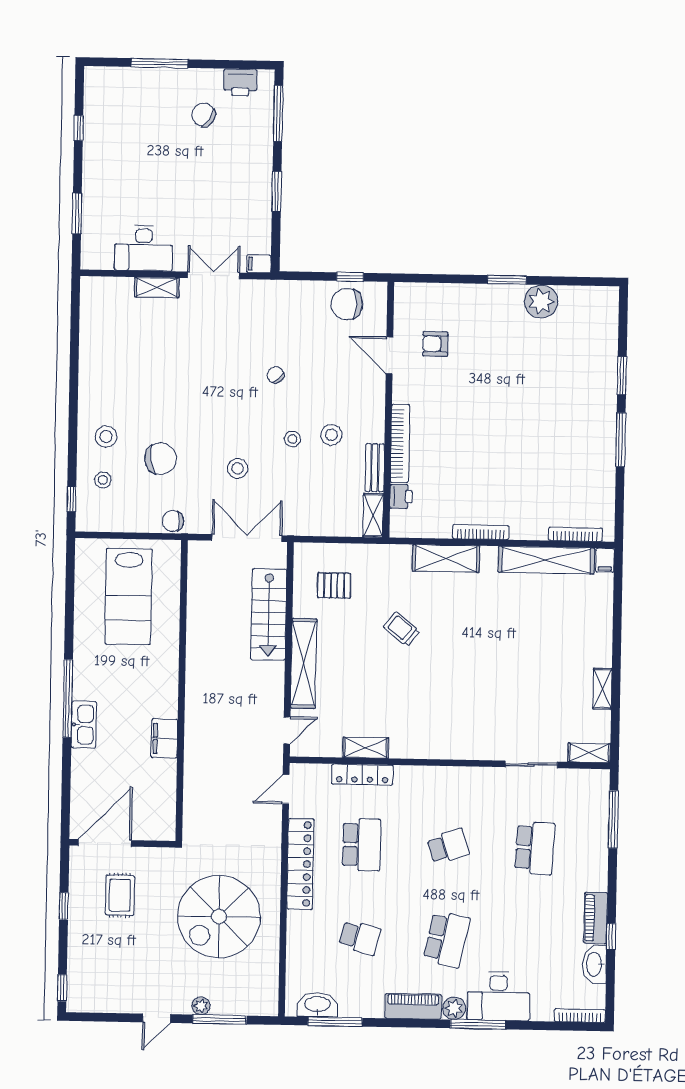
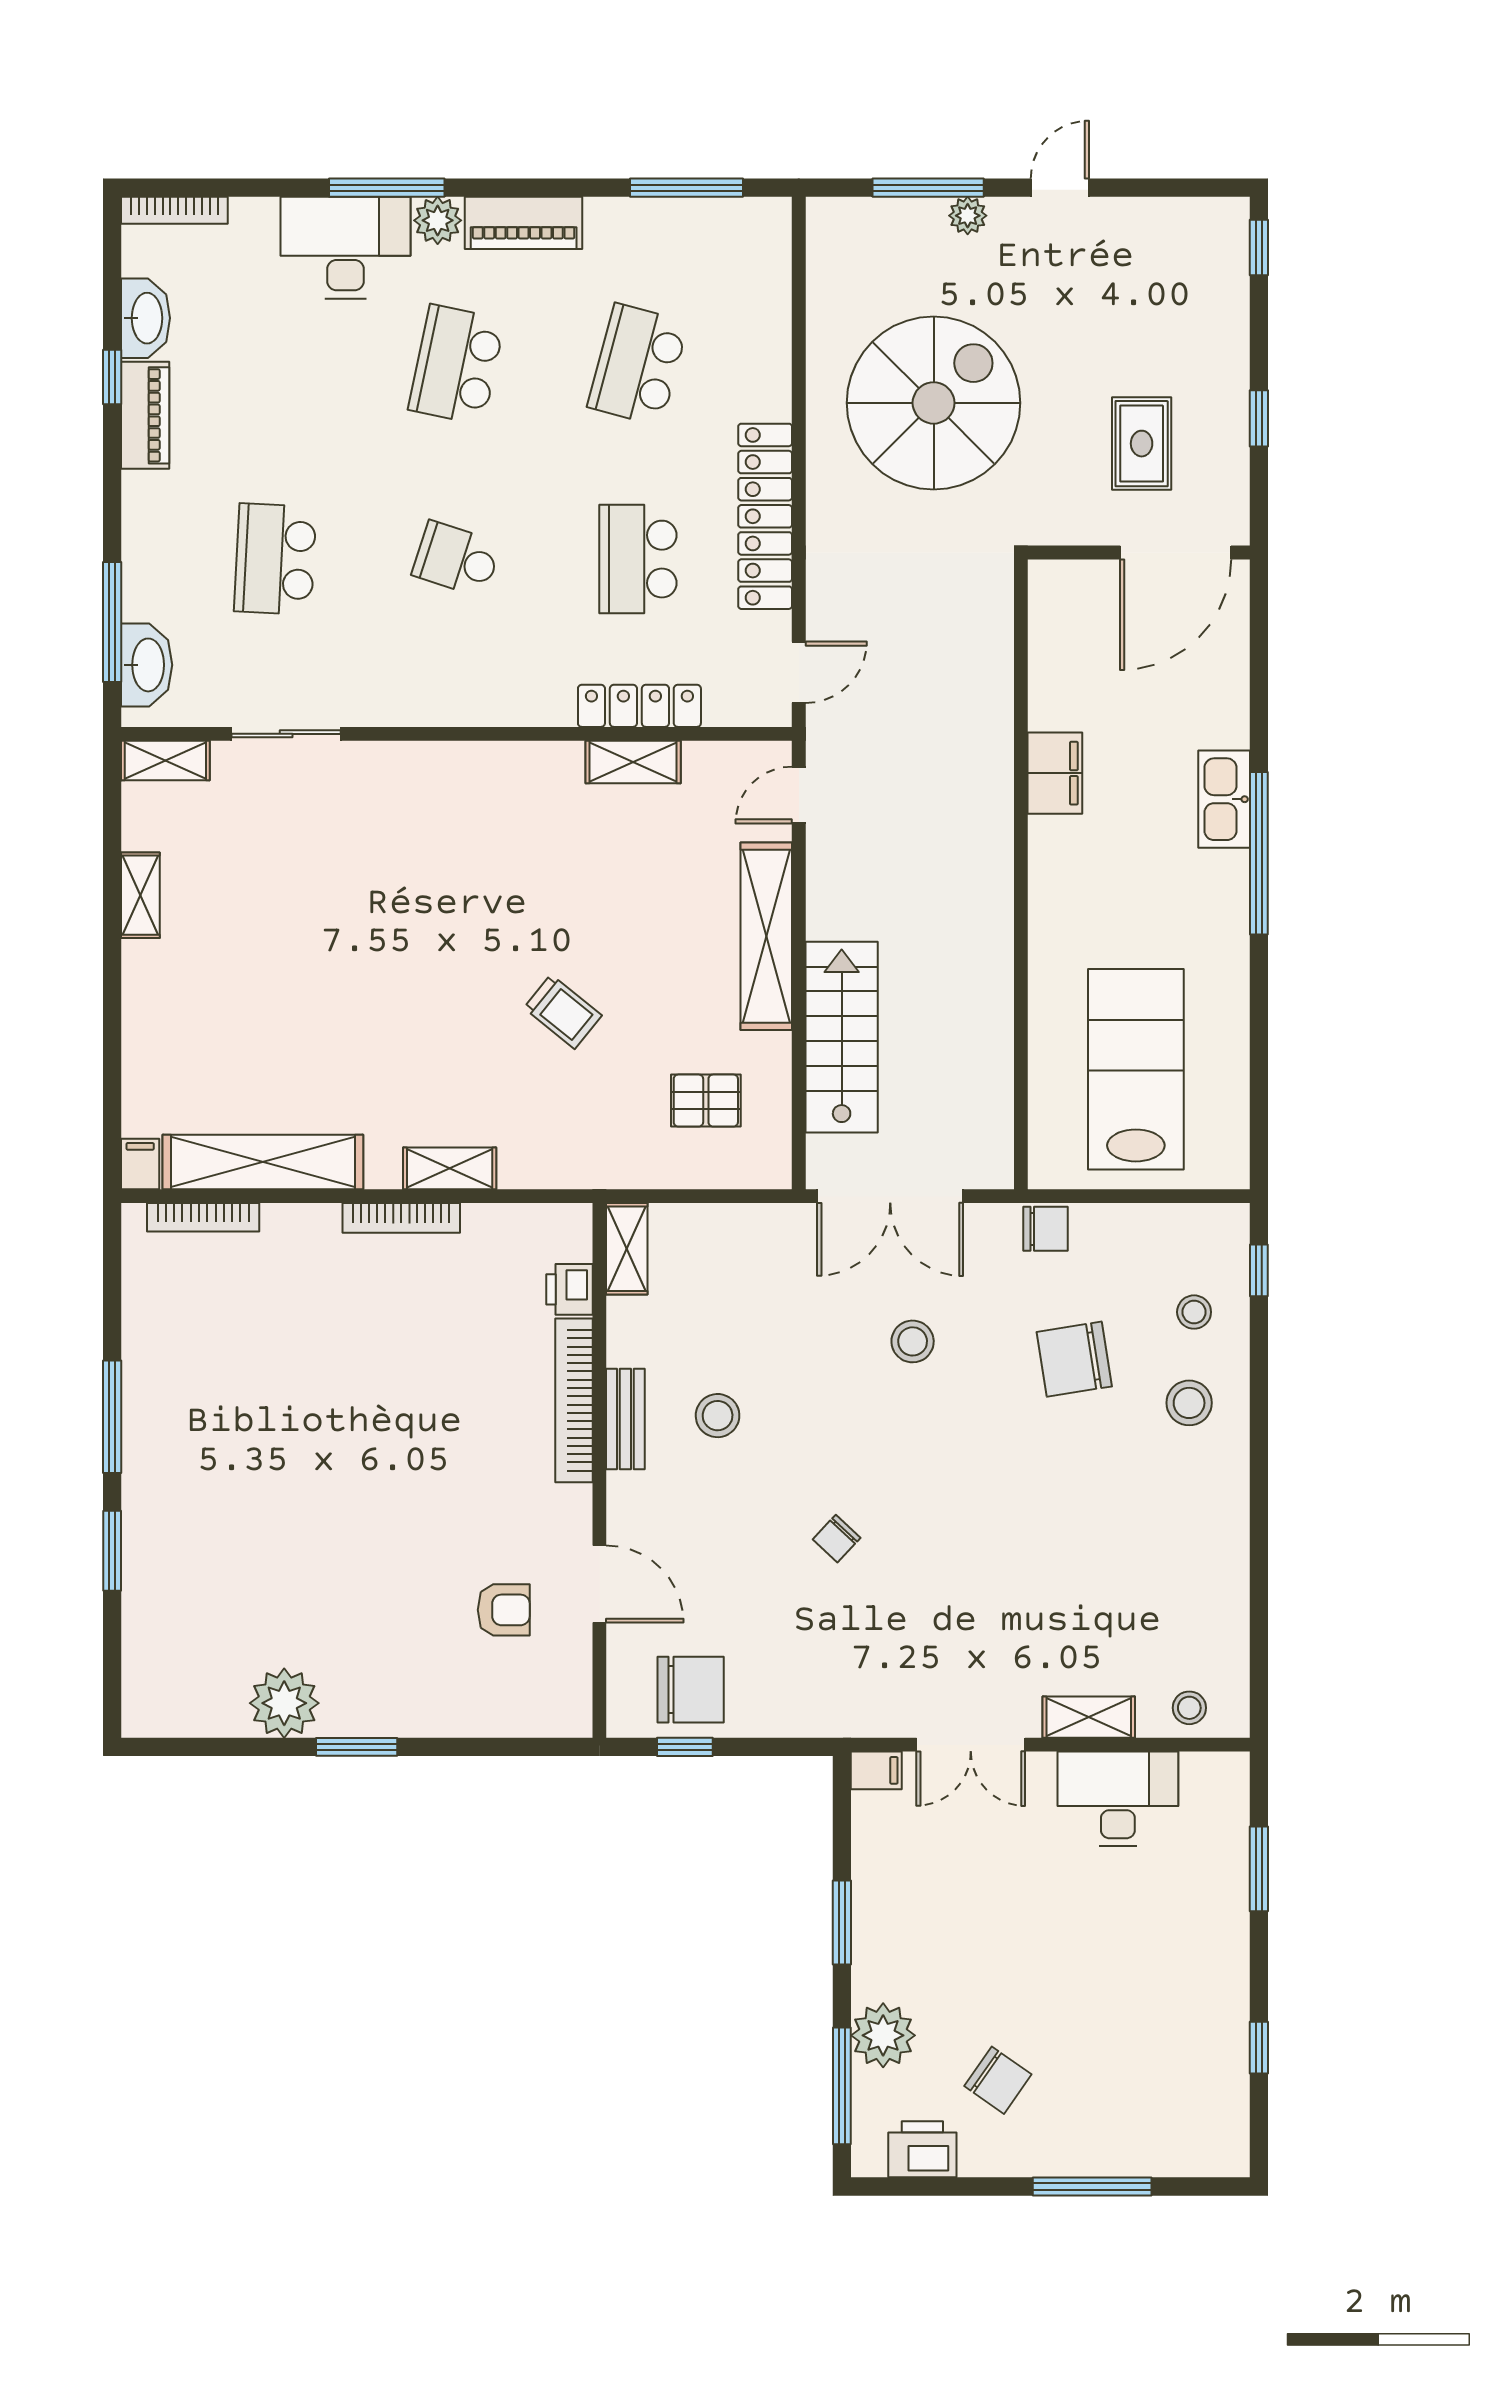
plant: (258, 137) -> (883, 2035), added
chair: (276, 375) -> (837, 1539), turned 83
stool: (292, 439) -> (1189, 1708), moved
bench: (375, 468) -> (625, 1419), moved
shelving: (446, 558) -> (450, 1168), width x0.67, depth x0.75
school desk: (448, 846) -> (457, 559), turned 36
school desk: (360, 938) -> (638, 365), width x1.85
washbasin: (318, 1005) -> (147, 665), moved, turned -90

